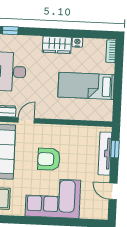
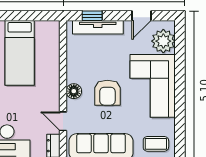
floor lamp: (51, 131) -> (74, 91), added
plant: (91, 209) -> (163, 41), added

